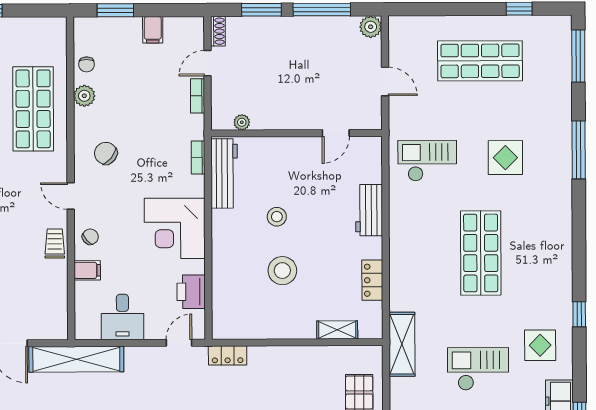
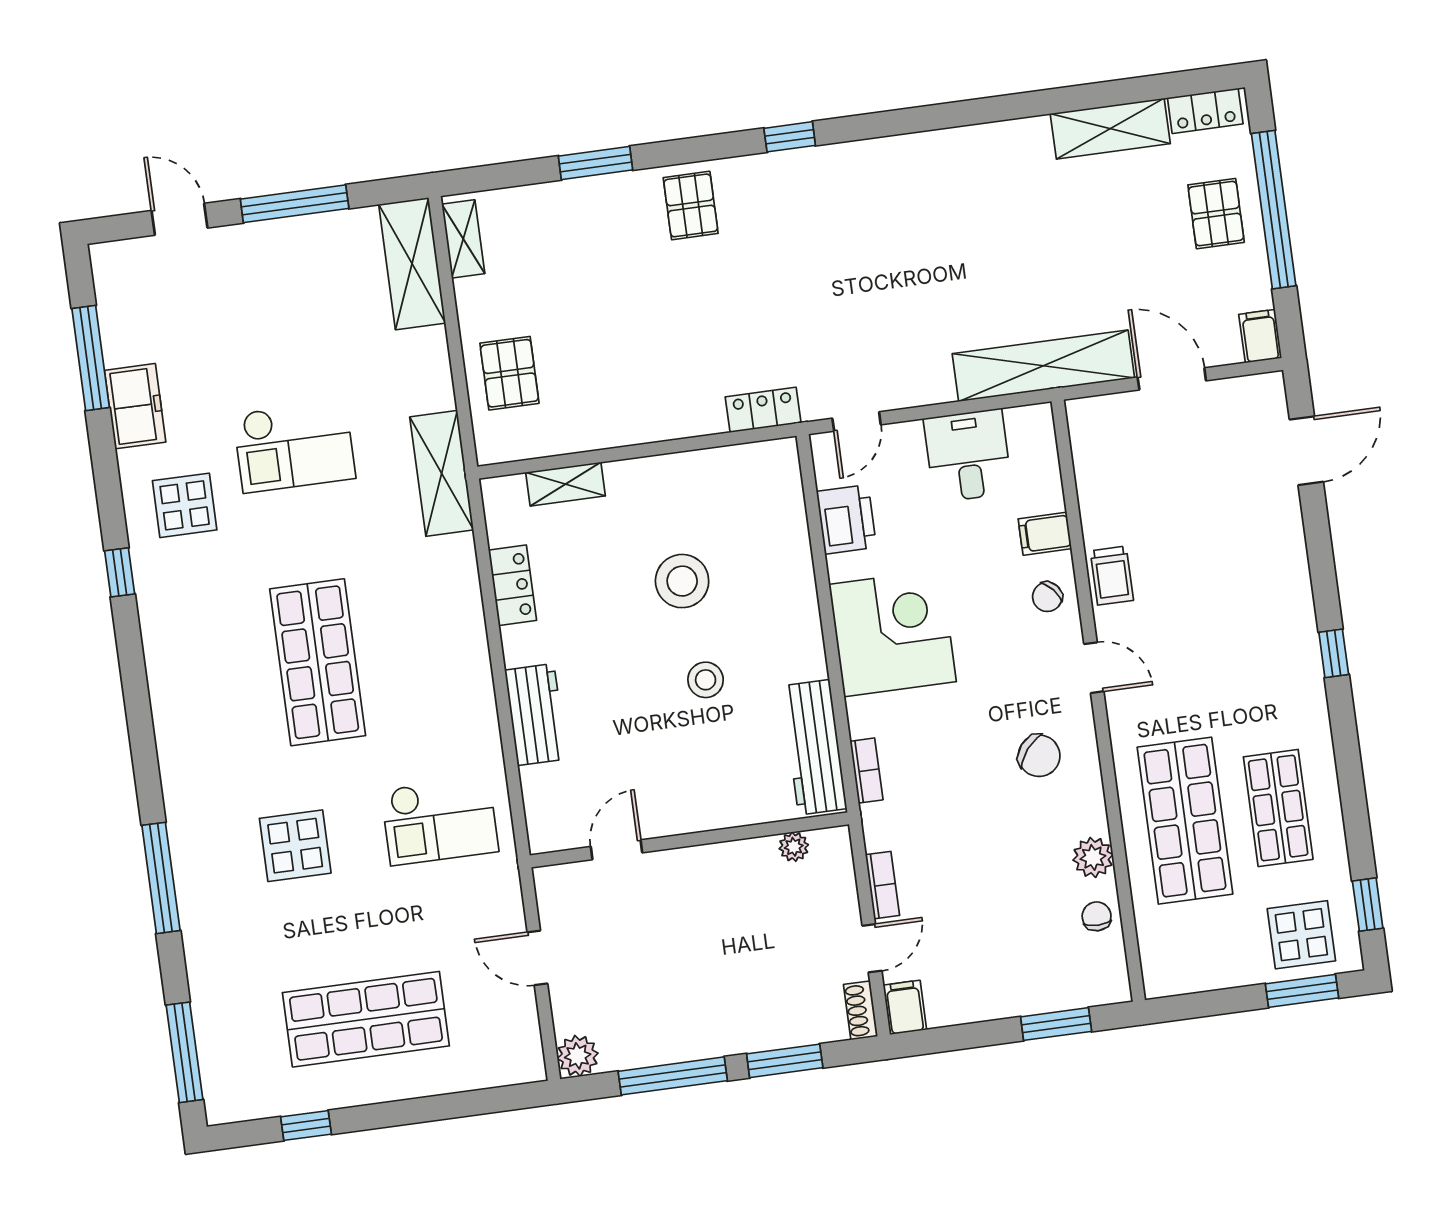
filing cabinet: (153, 30) -> (905, 1007), moved

